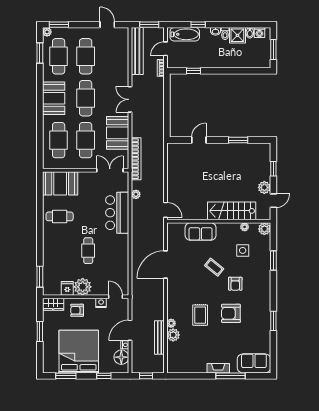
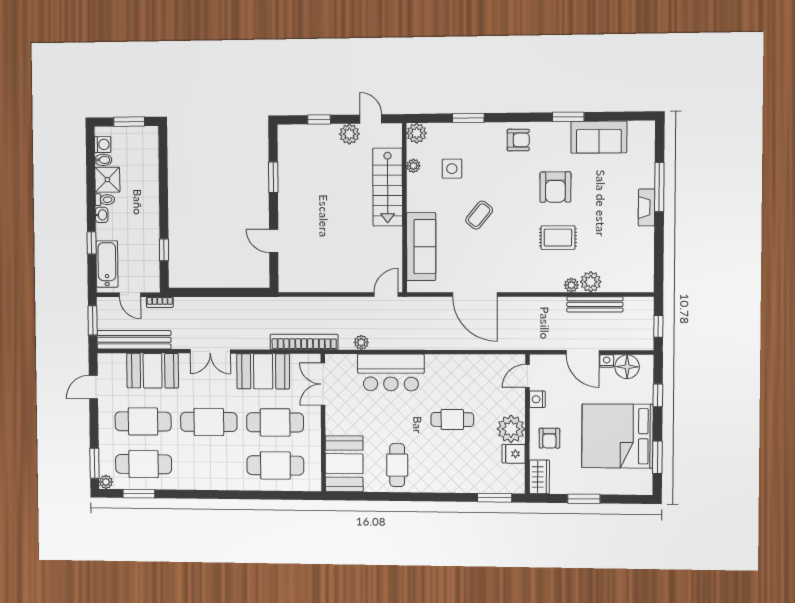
booth: (54, 98) -> (153, 371), moved
sofa: (201, 232) -> (421, 247), width x1.36
armchair: (235, 284) -> (518, 140), moved
sofa: (254, 363) -> (599, 137), moved, turned -90

